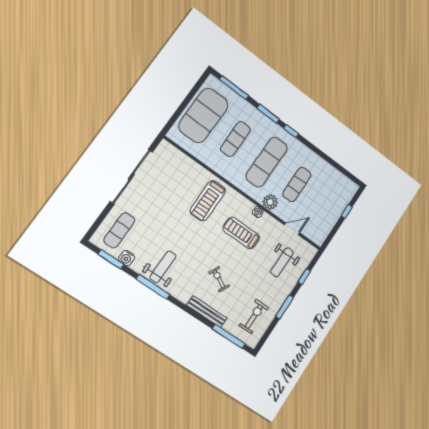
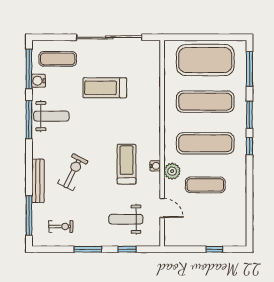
exercise mat: (235, 139) -> (205, 102), width x1.36, depth x1.45
treadmill: (208, 201) -> (105, 88), moved
window: (111, 259) -> (29, 69), width x1.44
exercise bike: (219, 279) -> (73, 172), width x1.38, depth x1.39
exercise bike: (254, 317) -> (61, 226), width x0.73, depth x0.72

